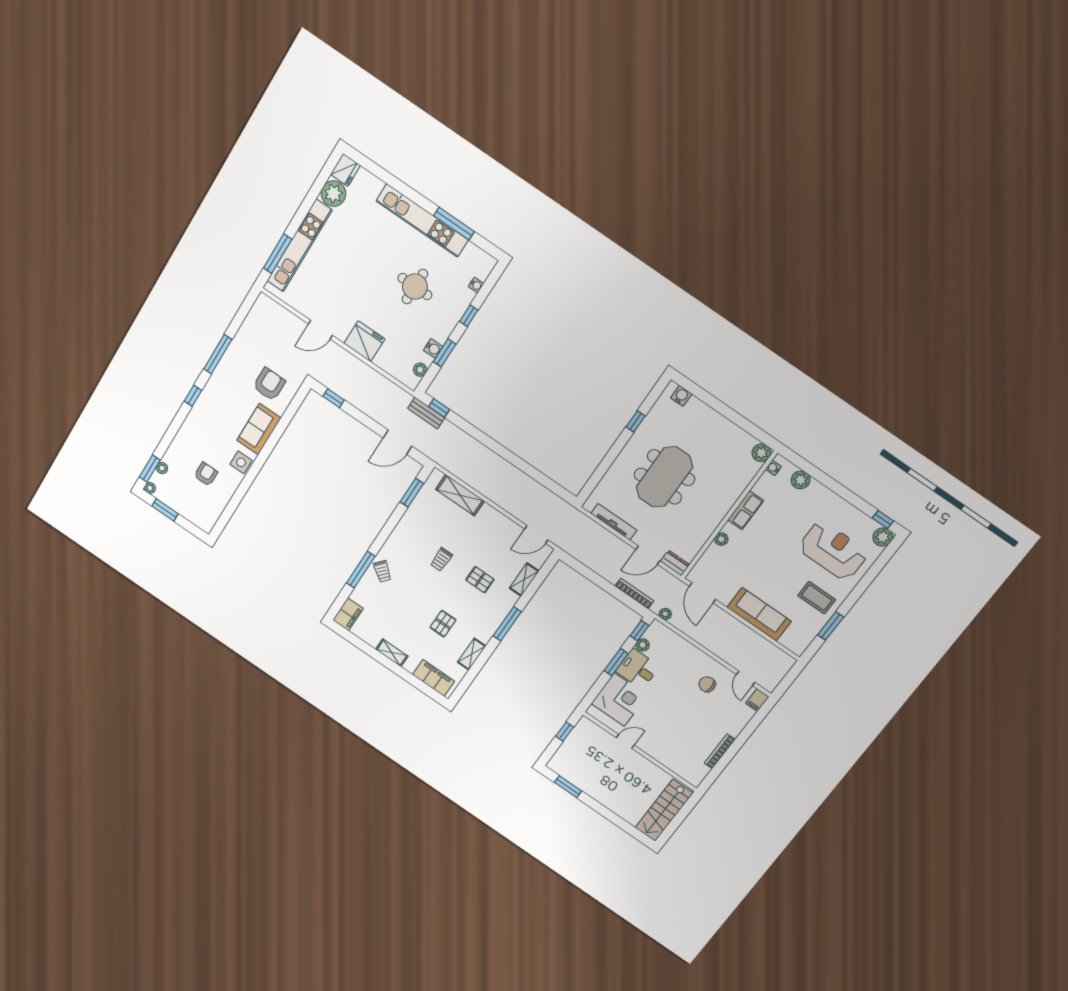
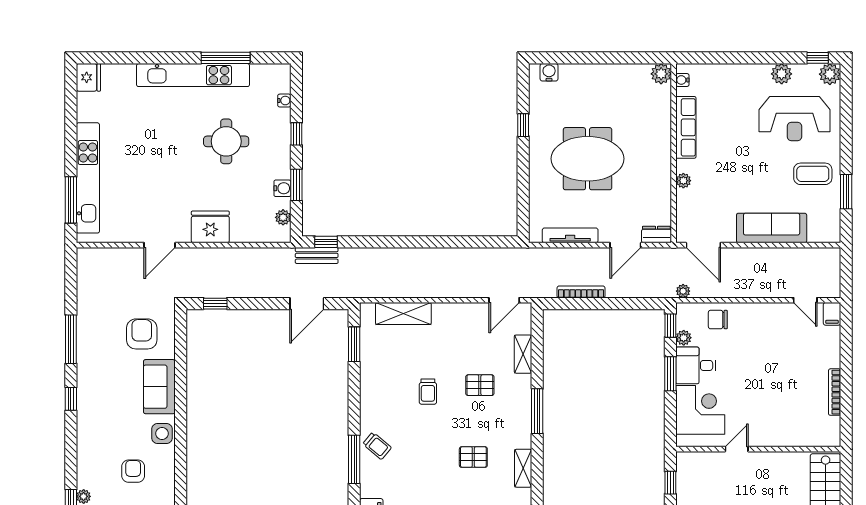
plant: (333, 194) -> (91, 107), removed
meeting table: (664, 477) -> (588, 159), turned 90
plant: (801, 480) -> (782, 74), moved
row of seats: (746, 510) -> (686, 127), width x1.48
reception desk: (833, 551) -> (794, 119), turned 180
bookcase: (634, 593) -> (581, 292), moved
pallet: (443, 624) -> (473, 457), turned 90
chair: (707, 684) -> (718, 320), moved

